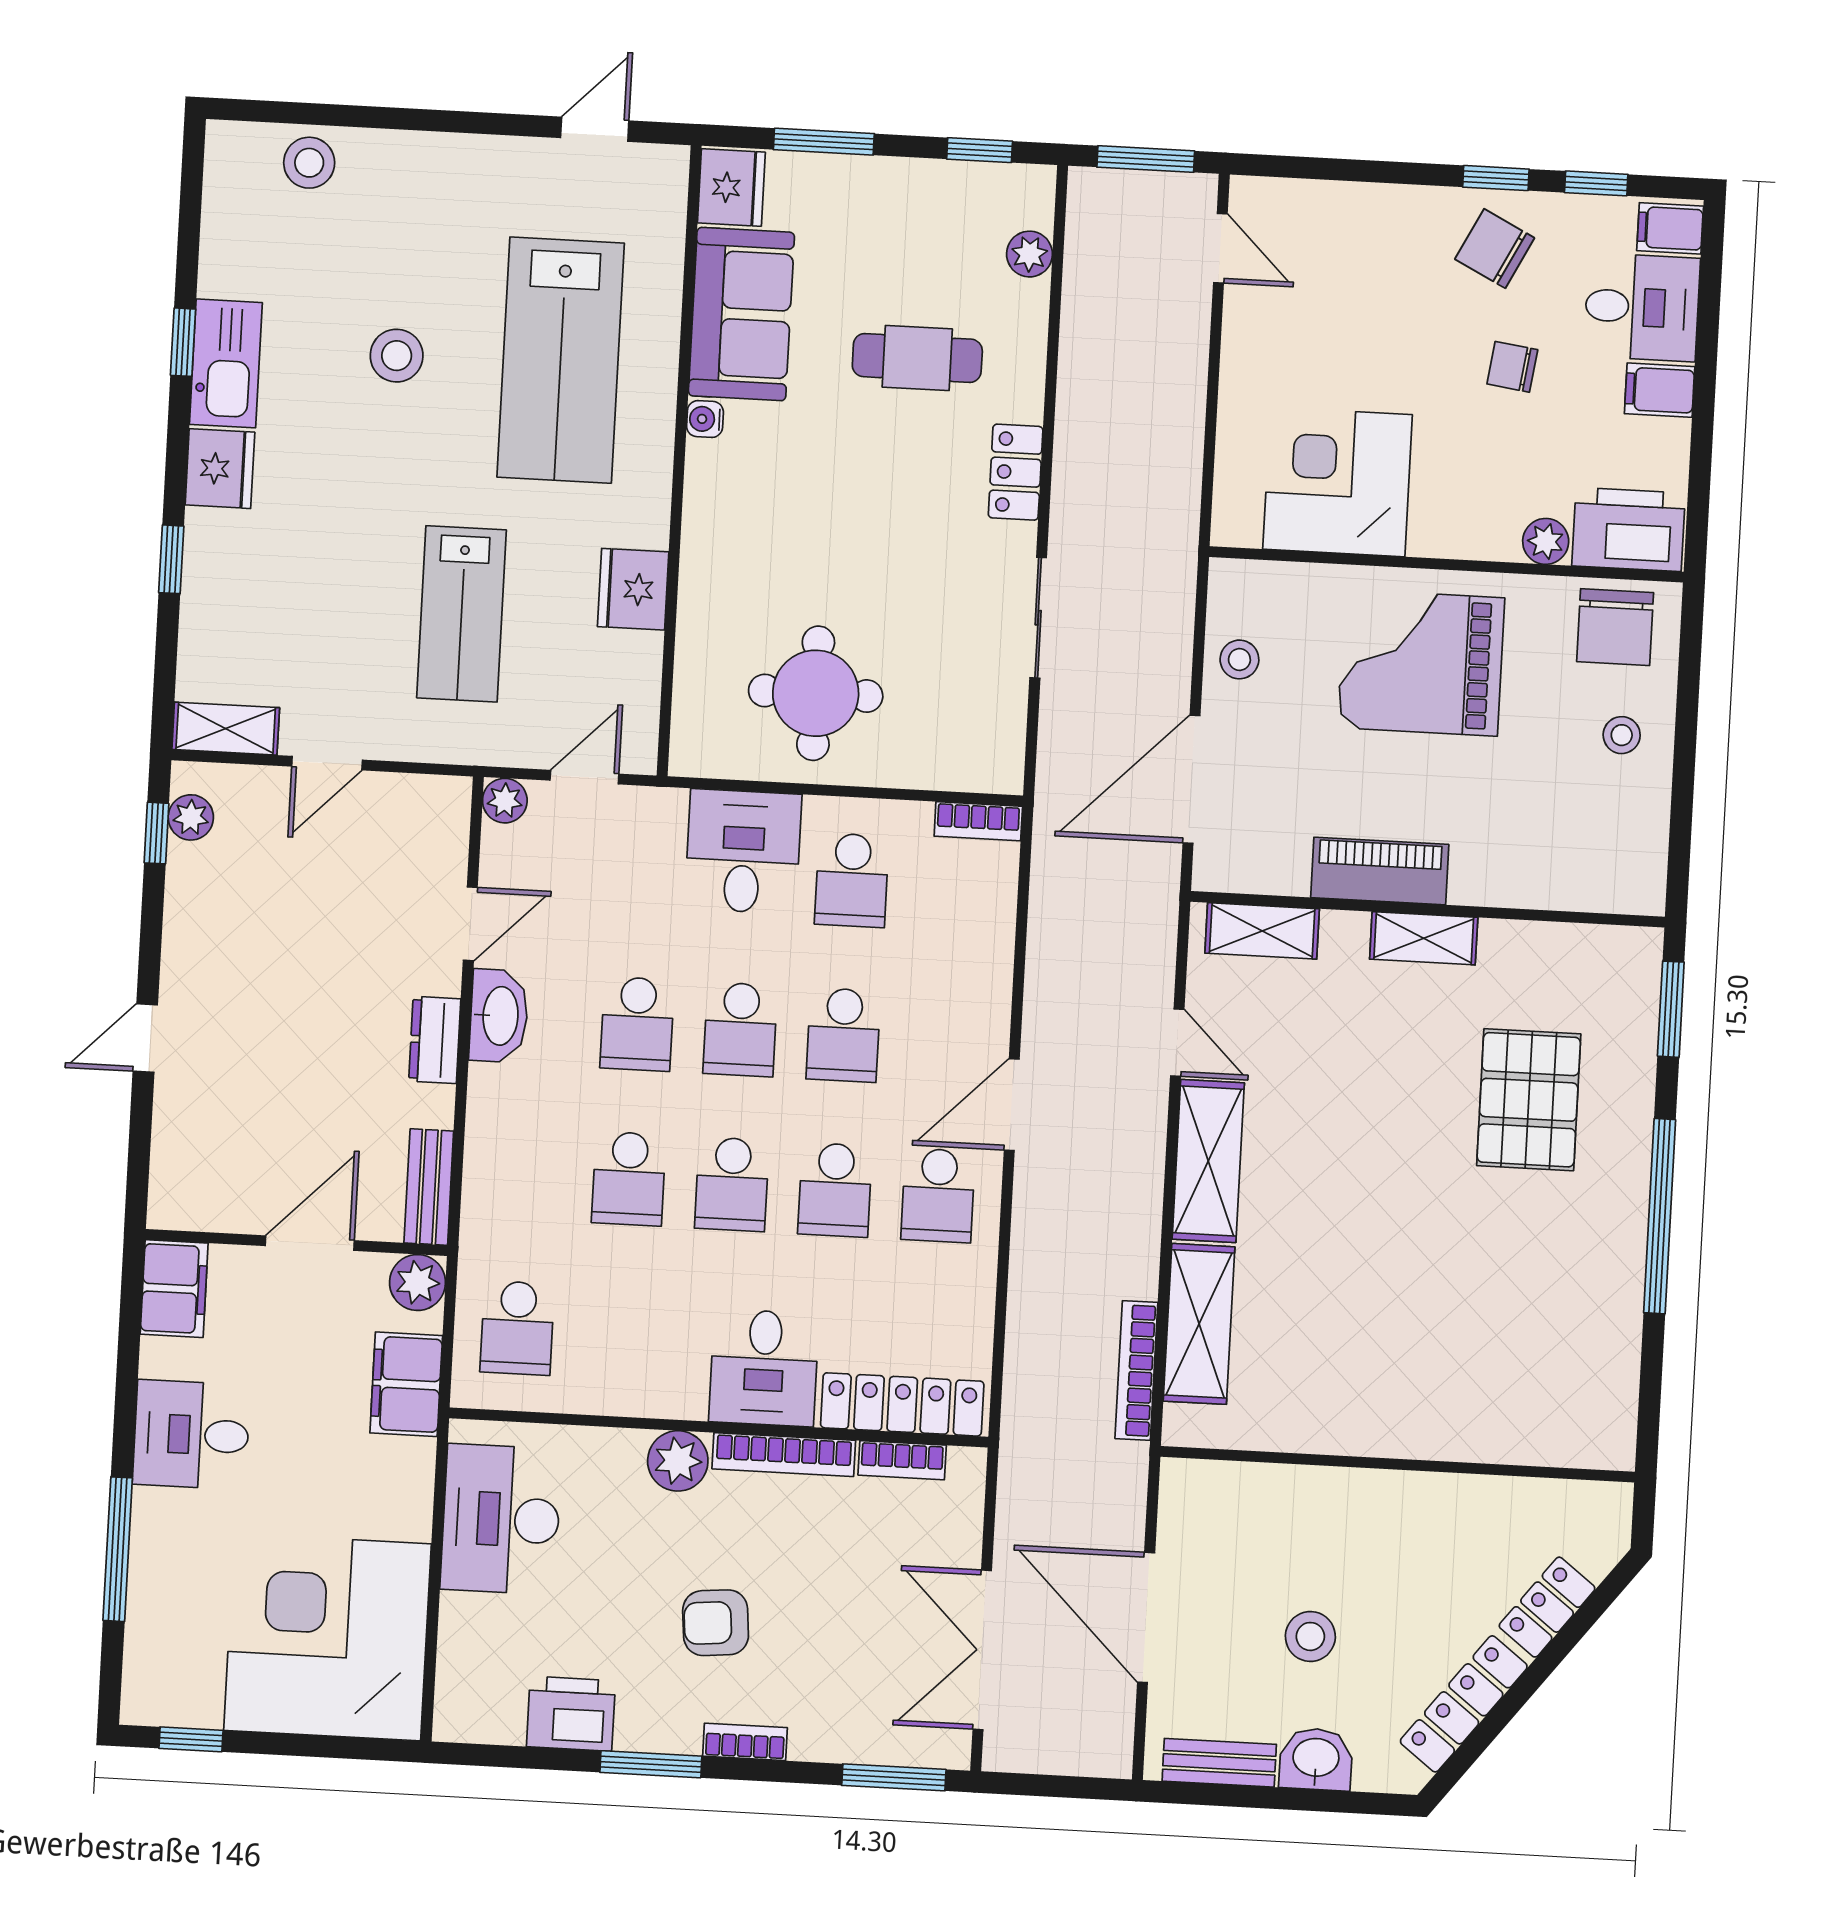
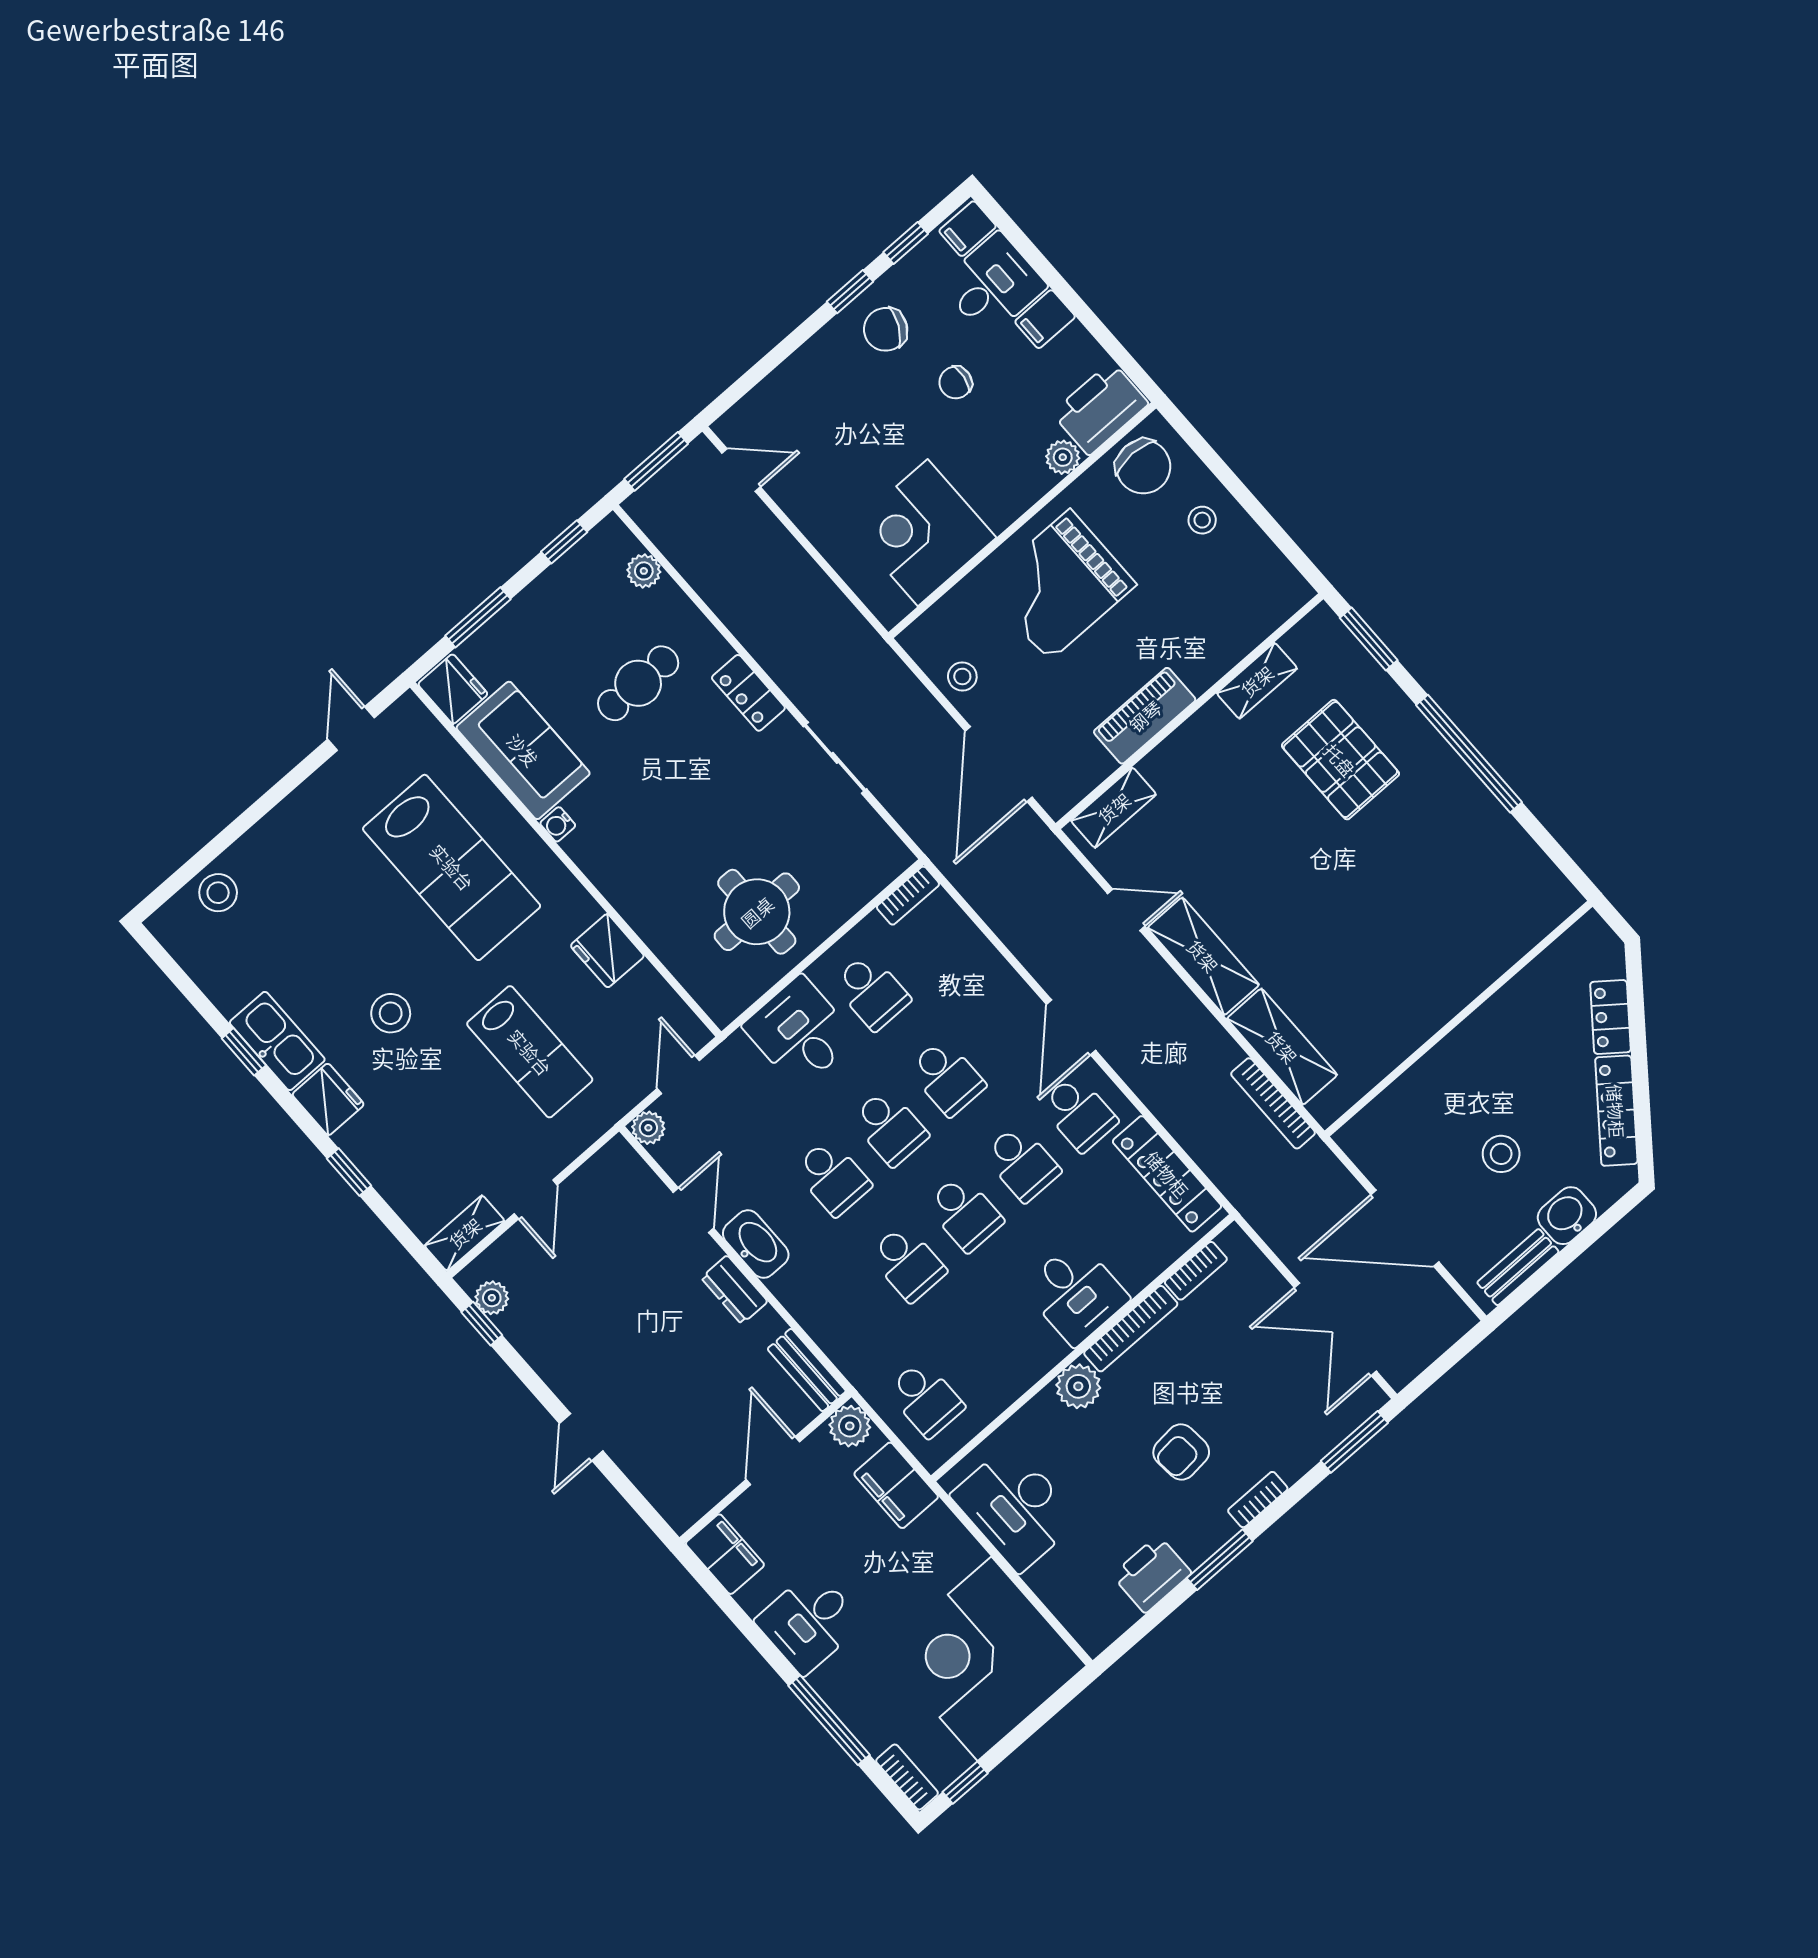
stool: (397, 356) -> (391, 1013), moved
shelving: (1424, 938) -> (1257, 681), moved
locker: (902, 1404) -> (1167, 1174), moved, turned -90
bookcase: (140, 1679) -> (907, 1777), added

